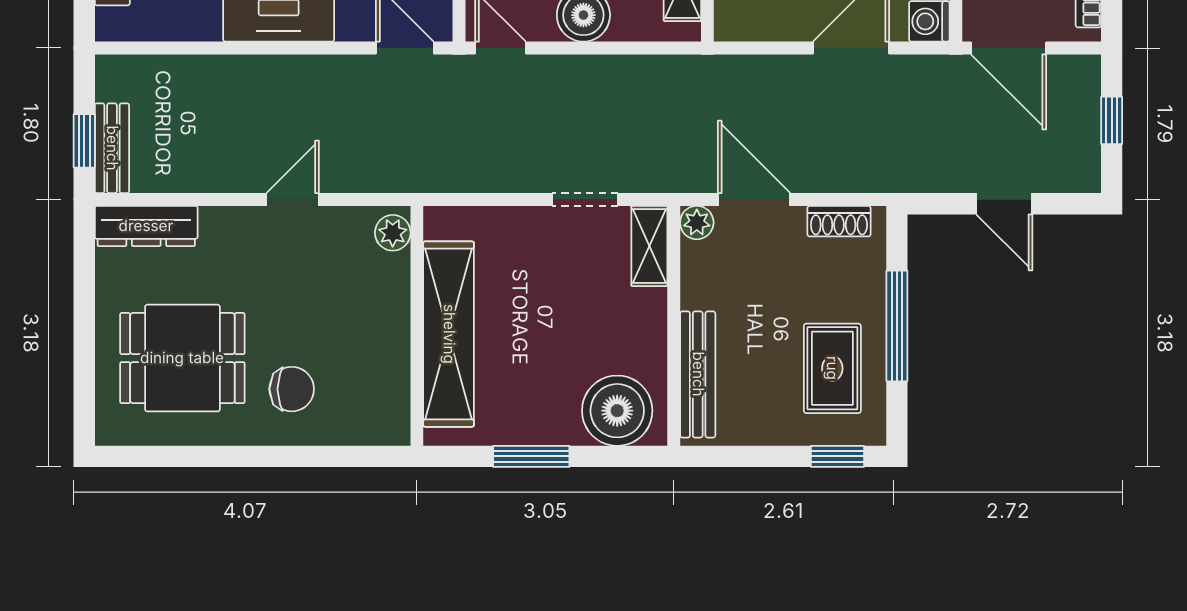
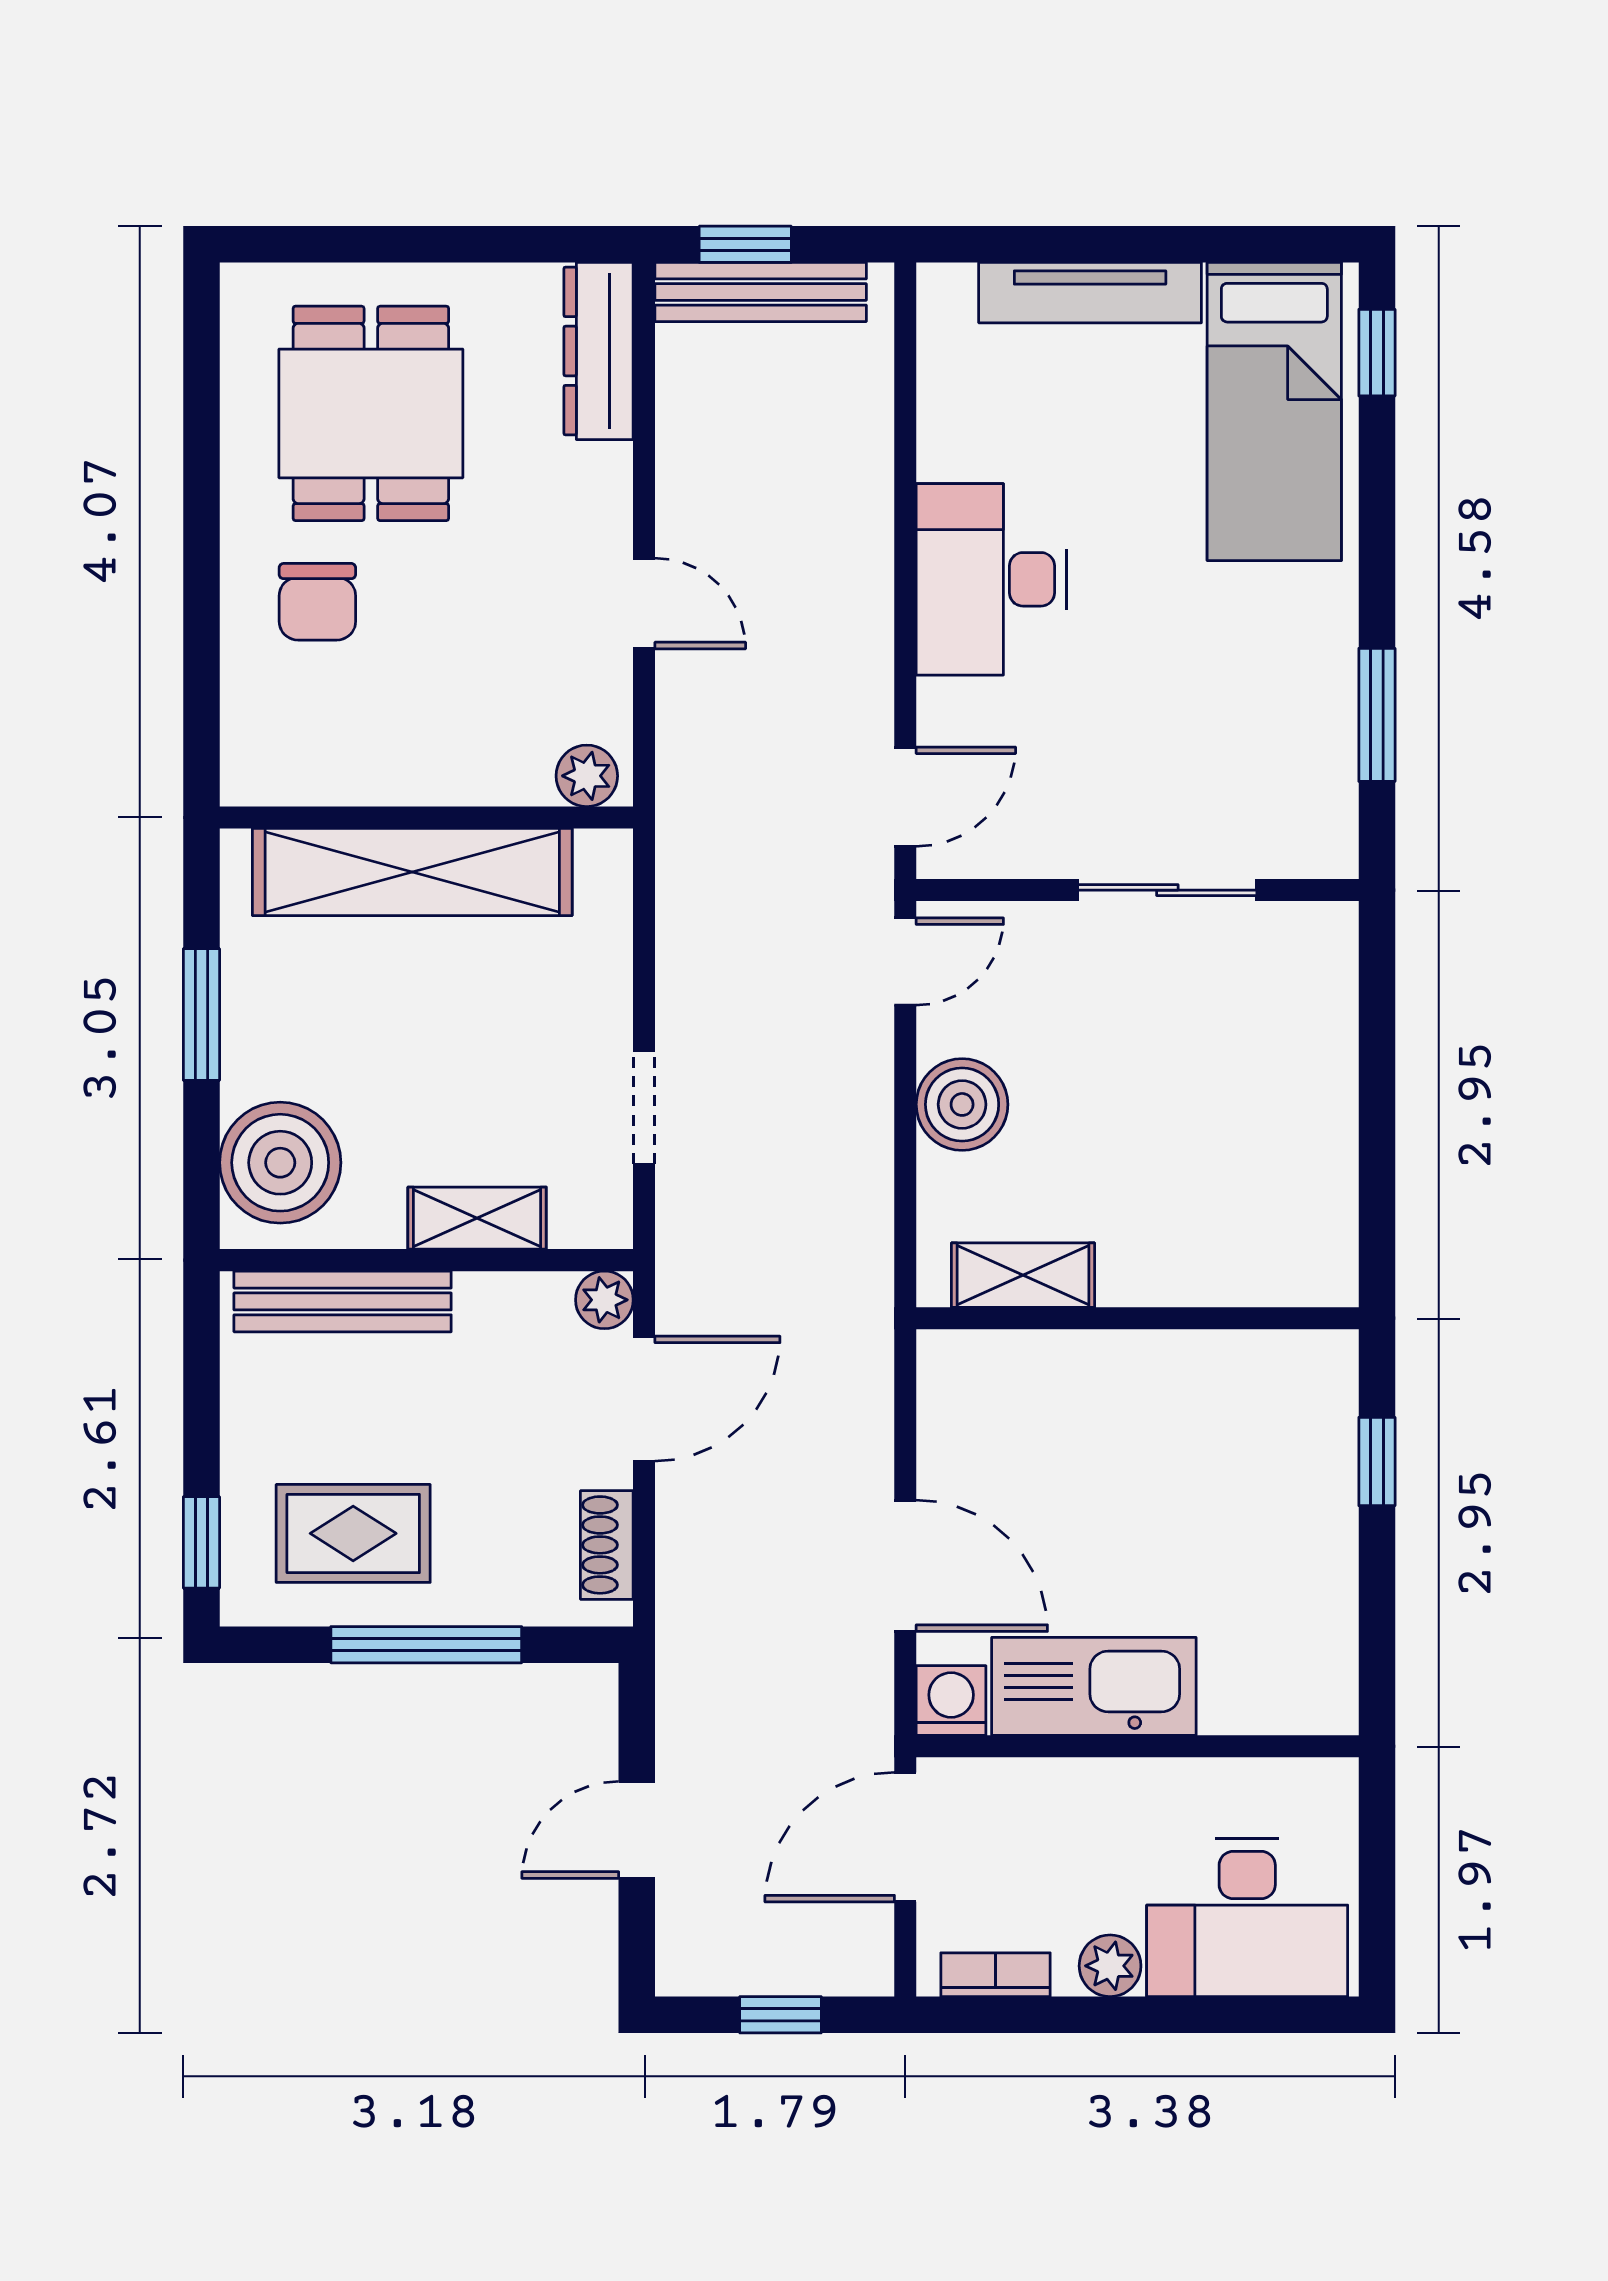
bench: (112, 148) -> (761, 292), width x1.36
shelving: (649, 246) -> (477, 1218), moved

